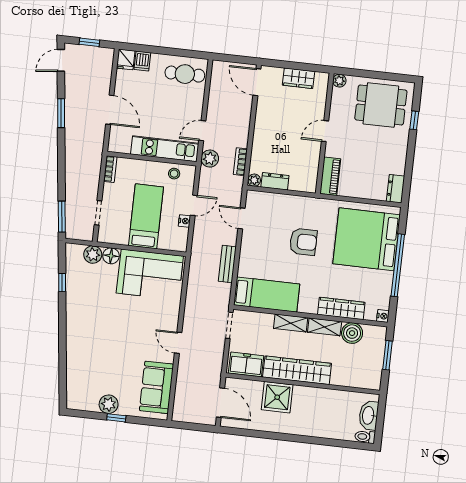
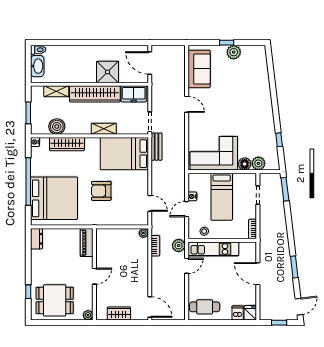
dresser: (275, 181) -> (128, 234), removed
bench: (227, 264) -> (156, 147), moved
bed: (267, 295) -> (124, 154), width x1.50
shelving: (325, 327) -> (56, 91), moved

